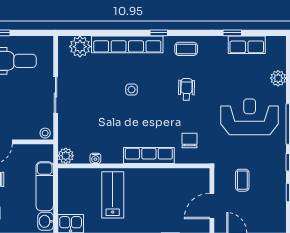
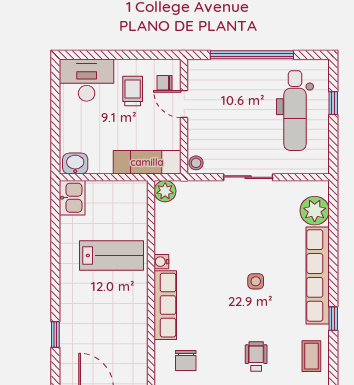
wheelchair: (186, 89) -> (256, 357), turned -91
chair: (189, 141) -> (186, 361), turned 90
water cooler: (95, 158) -> (161, 262), moved
exam couch: (45, 186) -> (147, 162), moved

